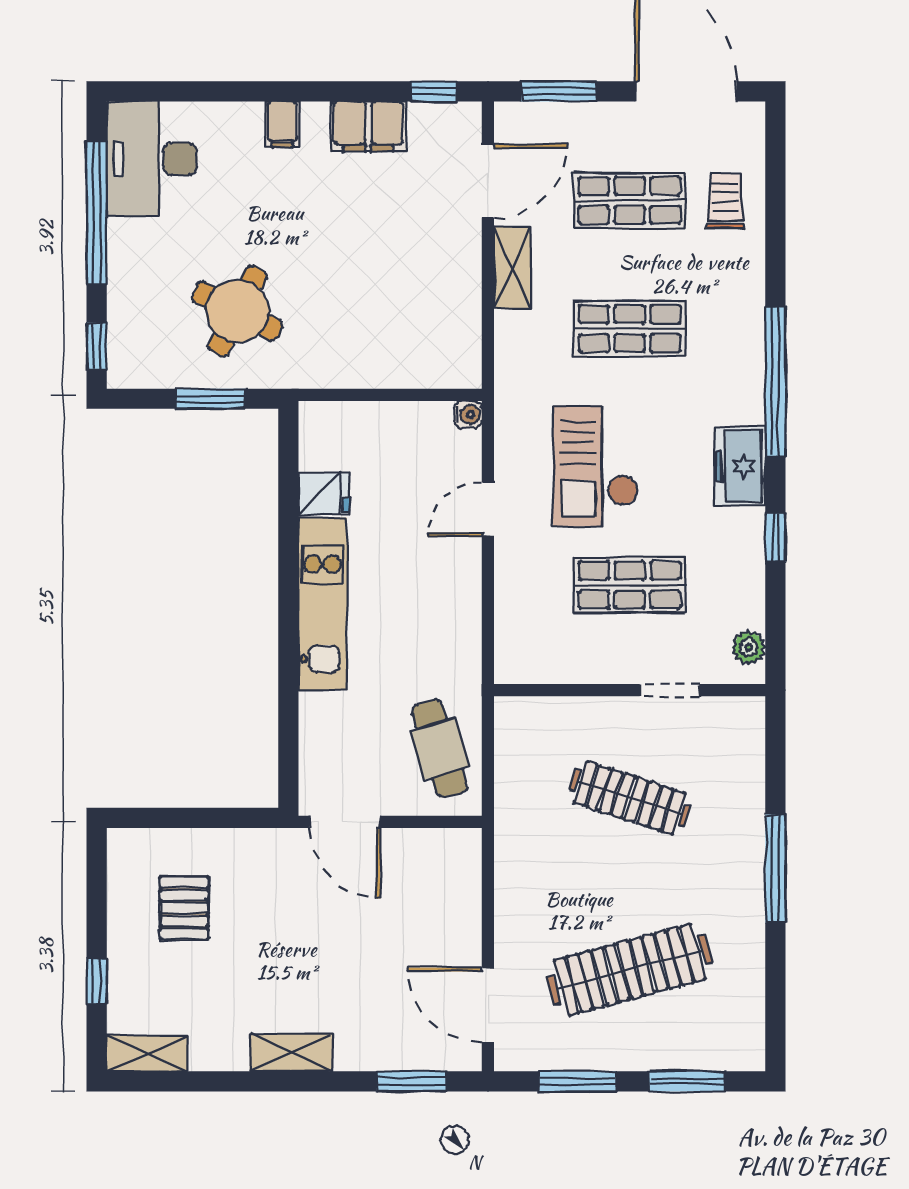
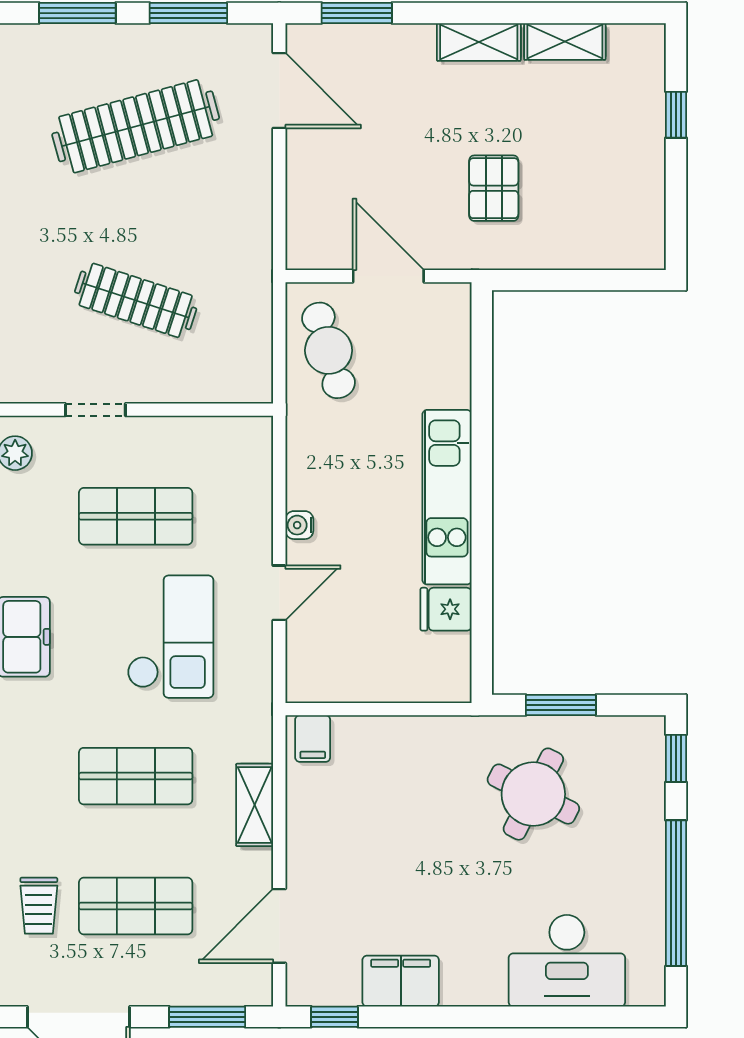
filing cabinet: (282, 124) -> (313, 739), moved, turned 180
desk: (152, 159) -> (567, 961), moved, turned 90
shelving: (512, 268) -> (255, 805), moved
water cooler: (468, 415) -> (299, 525), moved
door: (345, 822) -> (388, 276), moved
pallet: (184, 908) -> (494, 188), moved
shelving: (147, 1053) -> (565, 41), moved

